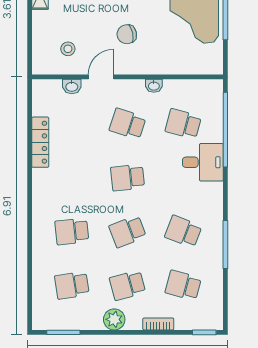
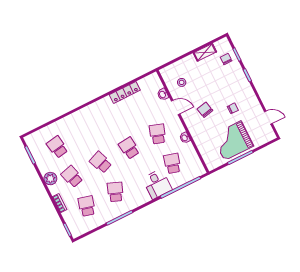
school desk: (72, 231) -> (86, 133), removed

